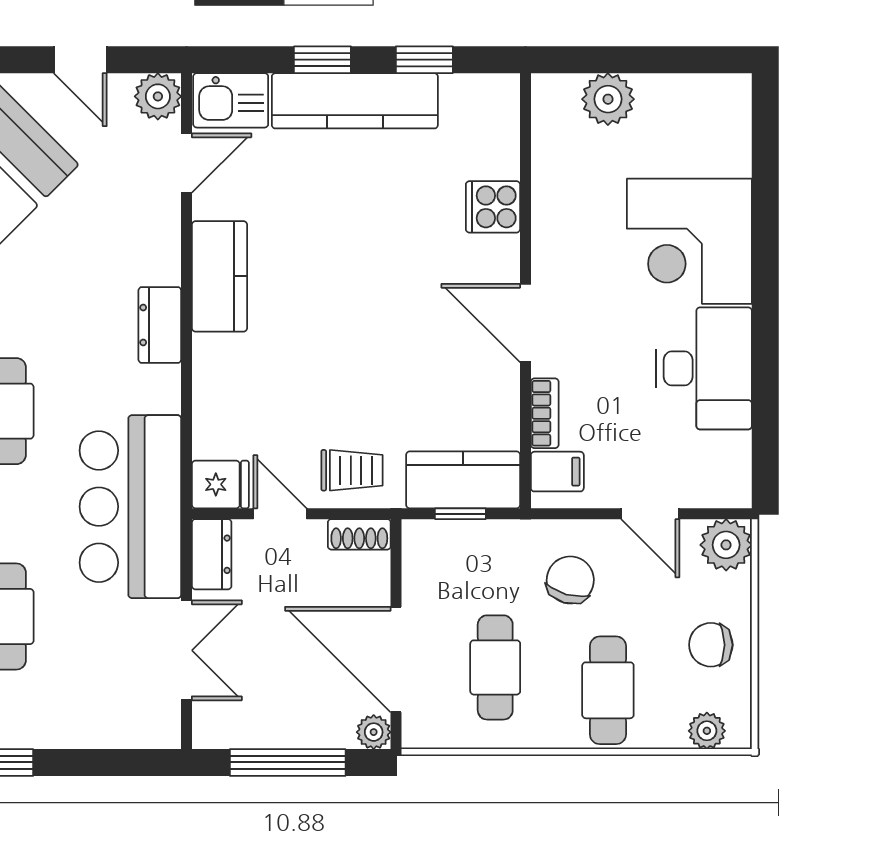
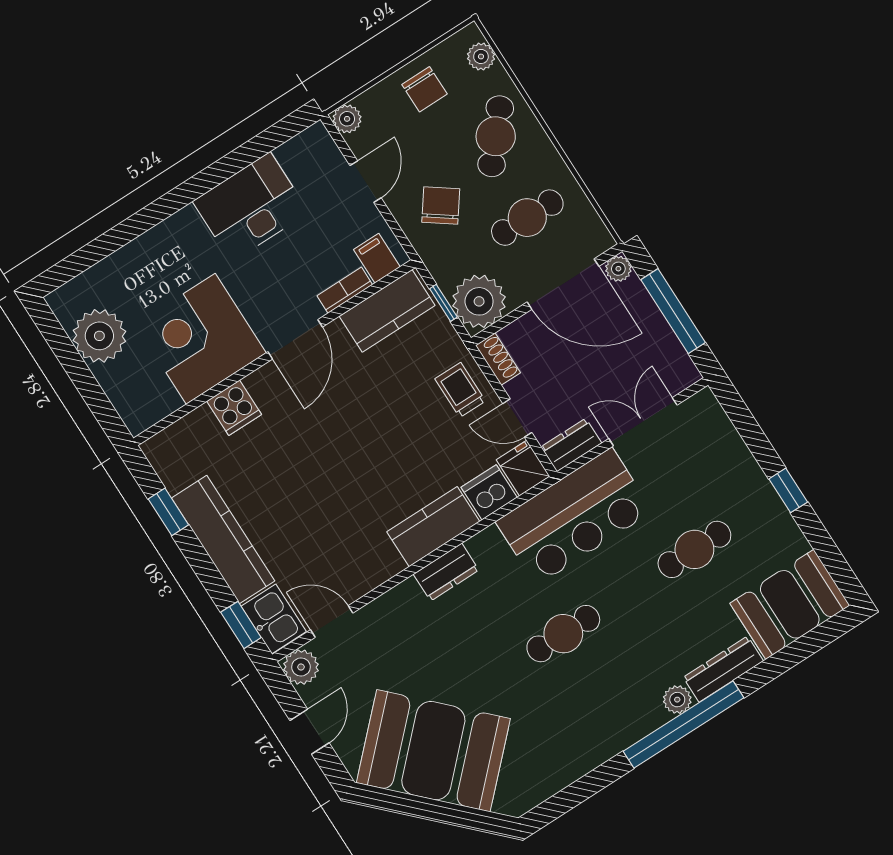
window: (322, 60) -> (241, 625), moved
plant: (608, 99) -> (99, 336), moved, width x1.36, depth x1.36
corner desk: (689, 241) -> (201, 339), moved, turned 180
kitchen counter: (219, 276) -> (433, 527), moved
dishwasher: (218, 429) -> (489, 492), added
kitchen counter: (463, 480) -> (387, 311), moved, turned -90
door: (280, 514) -> (517, 418), hinge flipped
plant: (726, 545) -> (347, 119), width x0.73, depth x0.73
plant: (437, 554) -> (479, 301), added
chair: (570, 580) -> (441, 205), turned 110
door: (396, 660) -> (563, 284), hinge flipped
cafe table: (608, 690) -> (496, 136), turned -49

